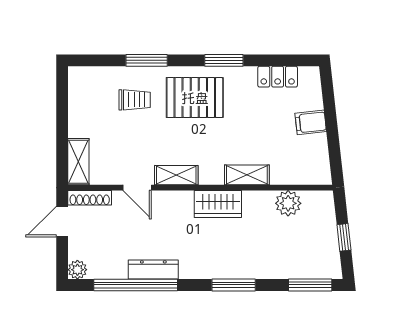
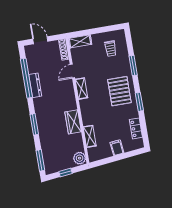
trolley: (135, 100) -> (110, 48), moved
shelving: (247, 175) -> (90, 136), moved
plant: (288, 203) -> (80, 158), moved
wardrobe: (218, 204) -> (73, 122), moved
door: (62, 222) -> (40, 40), moved
plant: (77, 270) -> (29, 50), removed

